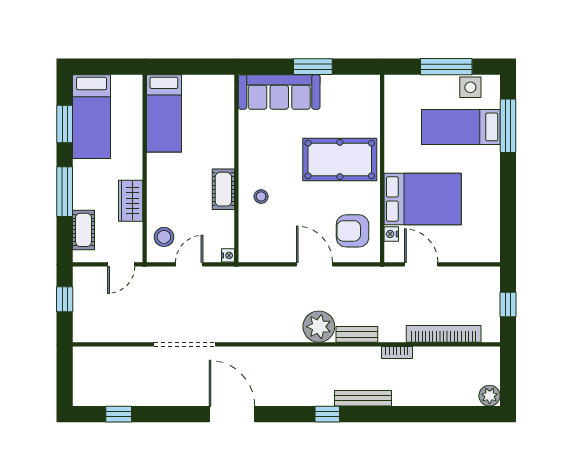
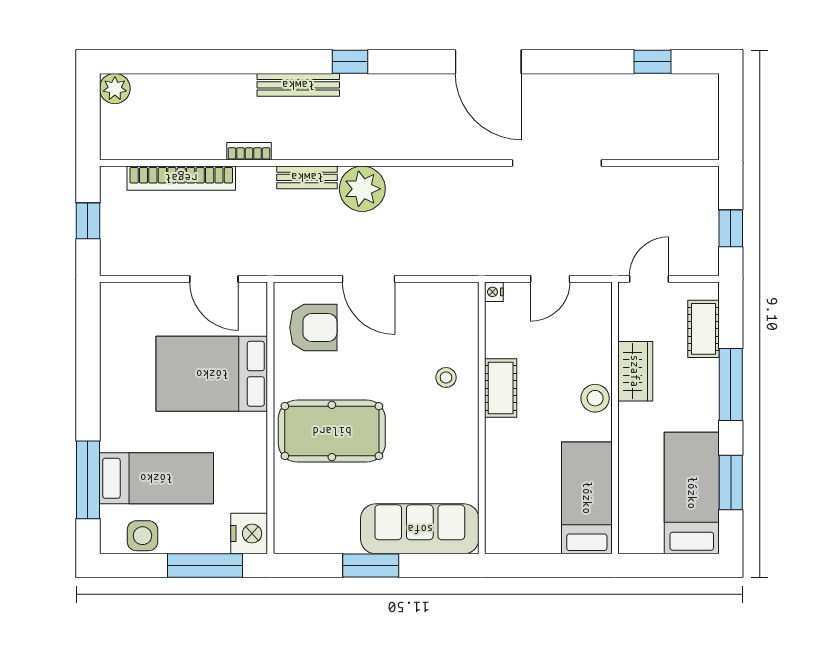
window: (446, 67) -> (205, 566), moved
nightstand: (391, 234) -> (249, 534), moved, width x1.89, depth x1.79
stool: (164, 237) -> (595, 398), moved

